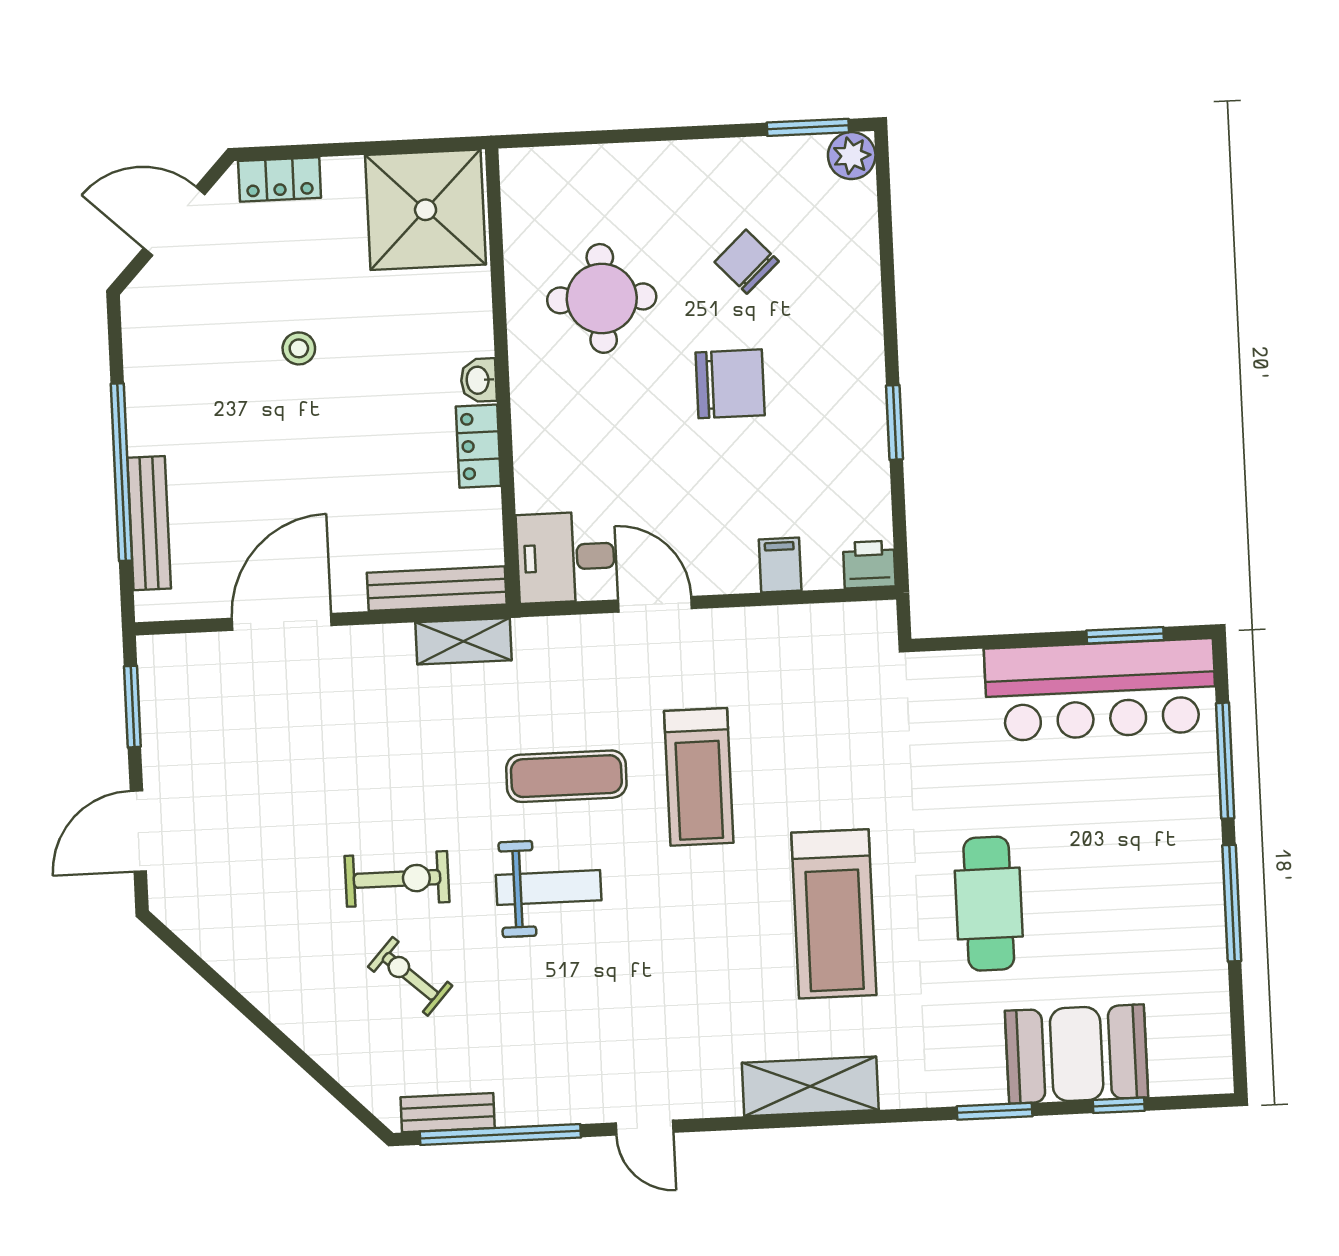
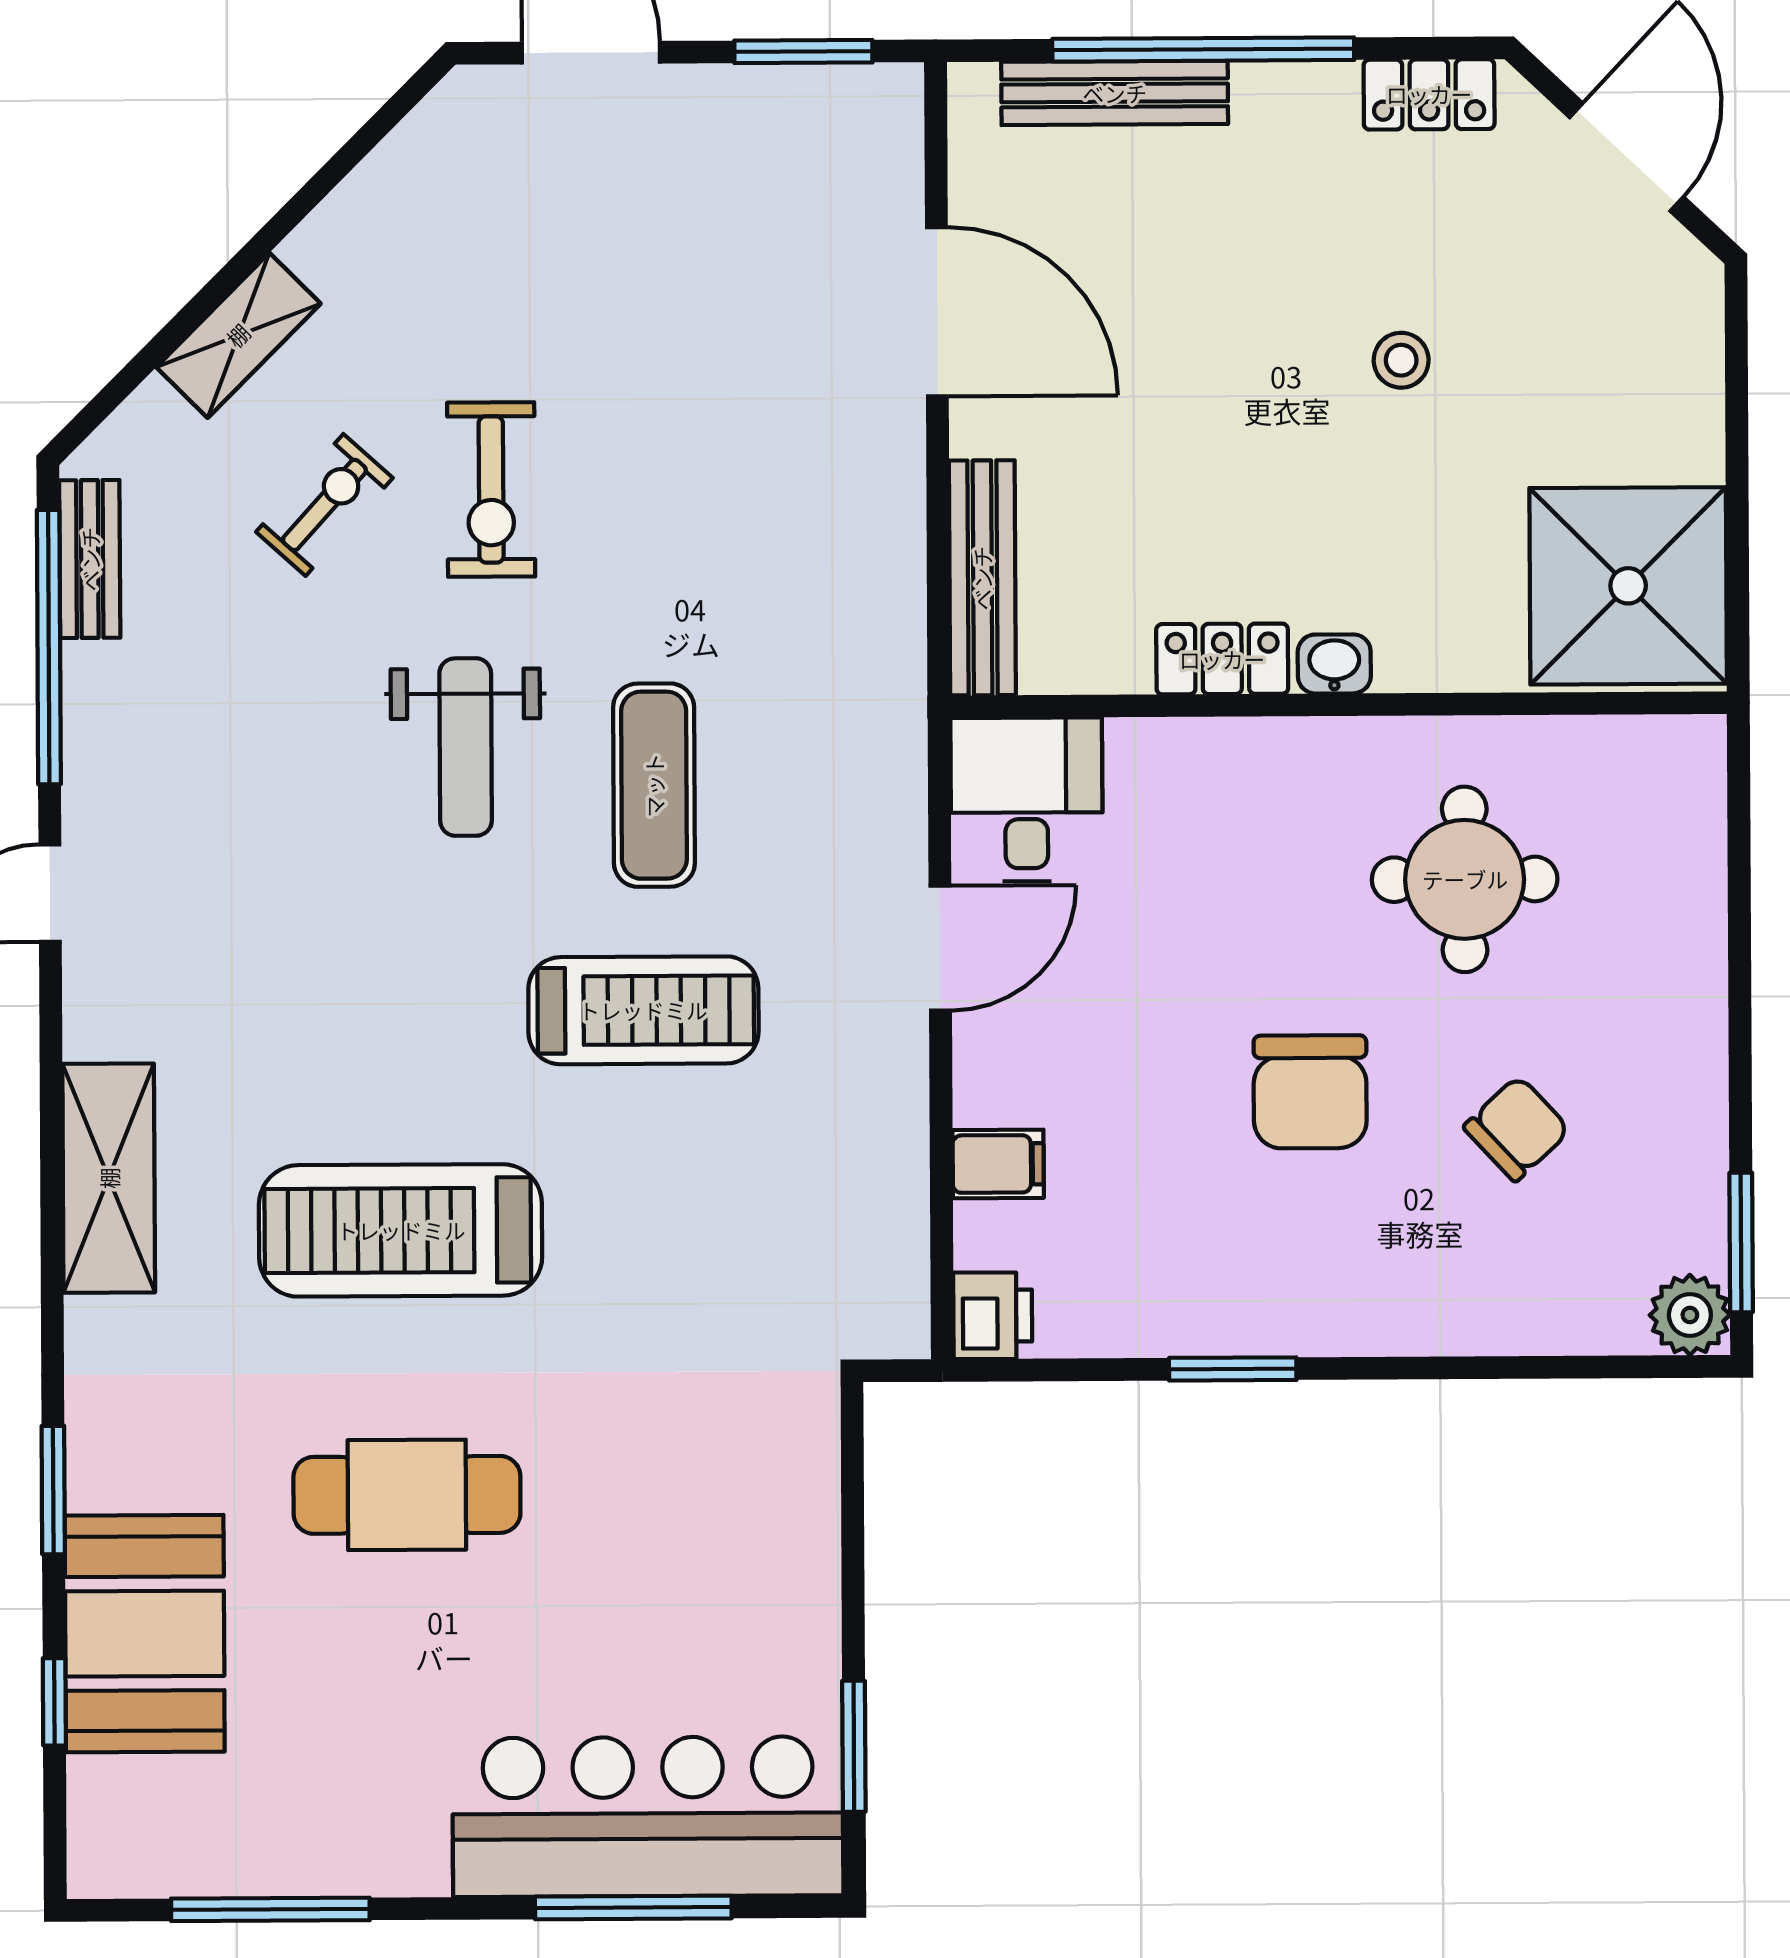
locker: (280, 179) -> (1429, 94), moved, turned -90
shelving: (464, 641) -> (238, 335), moved, turned 45
bar counter: (1100, 690) -> (648, 1817), moved, turned 90
treadmill: (699, 777) -> (643, 1010), turned 180
window: (1232, 903) -> (270, 1909), moved

